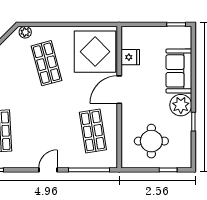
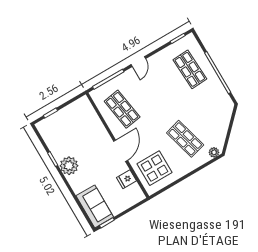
display table: (95, 52) -> (155, 168), width x0.73, depth x0.73
sofa: (179, 71) -> (95, 206), moved
round table: (151, 141) -> (75, 127), removed

